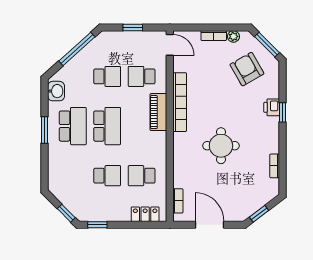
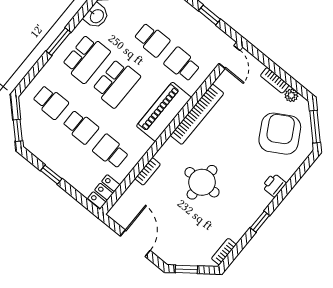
armchair: (247, 69) -> (280, 134), width x1.36, depth x1.36
piano: (158, 112) -> (164, 112), width x1.37, depth x1.33
window: (283, 112) -> (260, 222), moved
bookcase: (275, 166) -> (224, 252), moved
school desk: (73, 176) -> (50, 102), added
bookcase: (178, 201) -> (148, 171), moved
locker: (145, 214) -> (104, 192), moved, turned -90
window: (97, 225) -> (51, 175), moved

